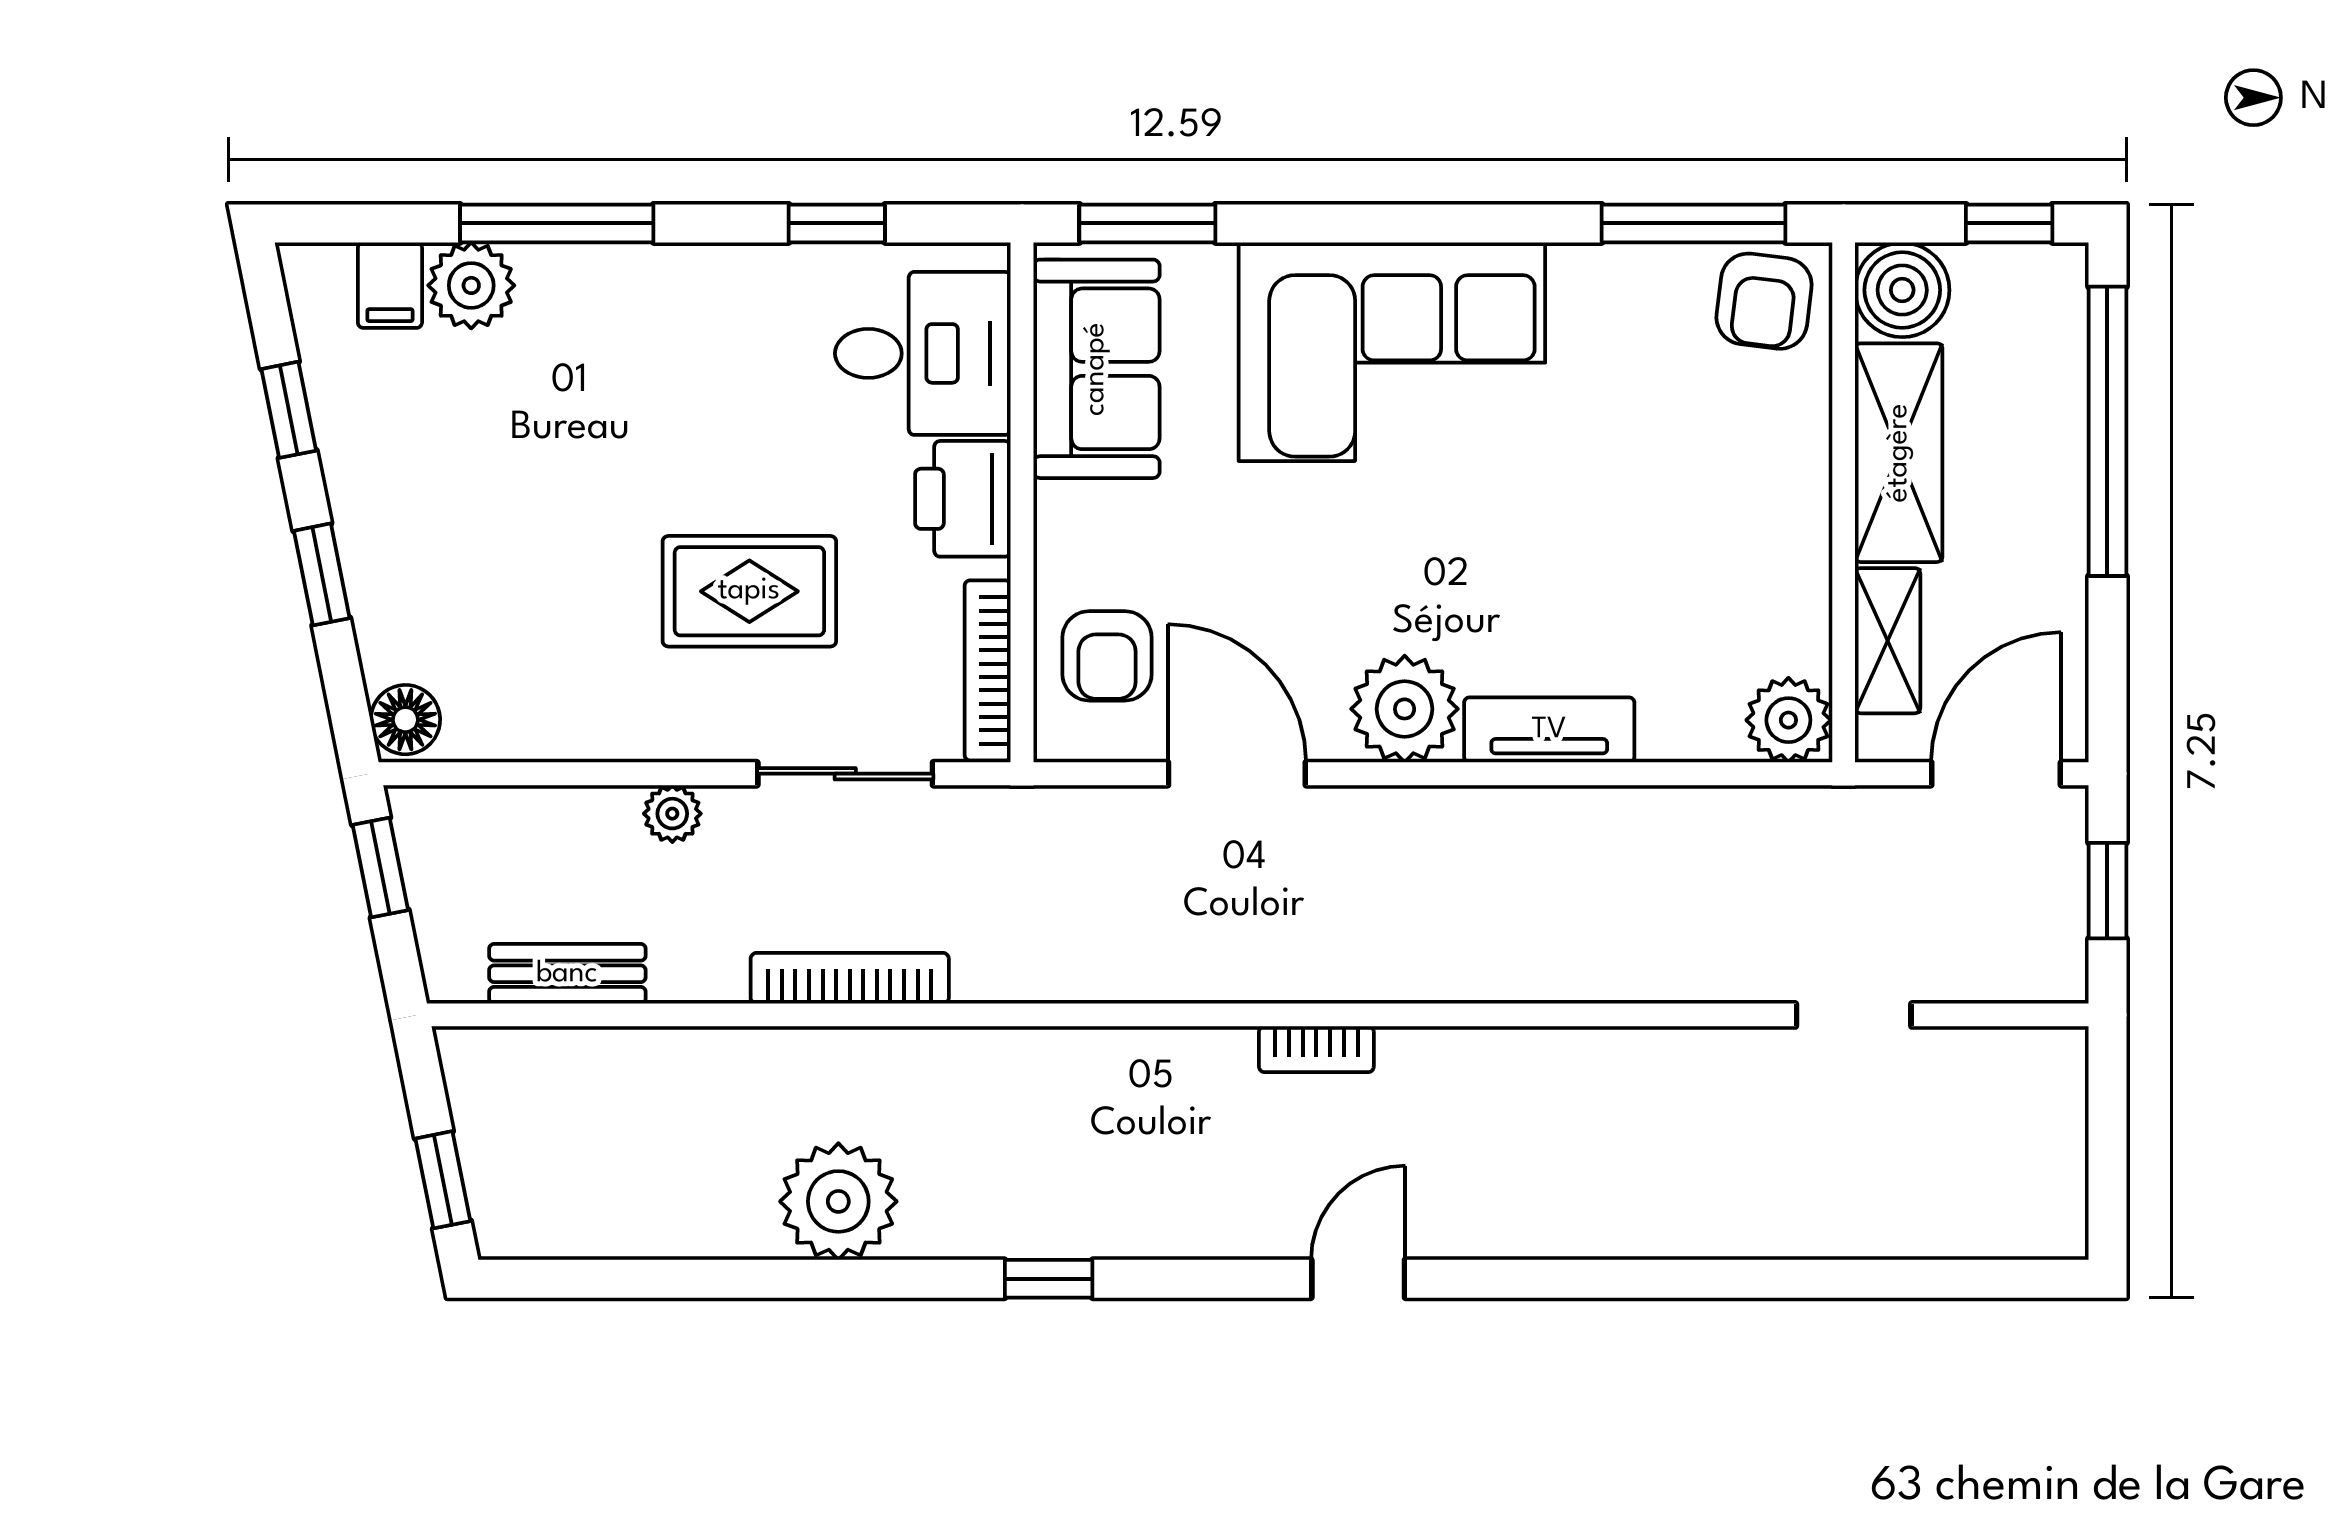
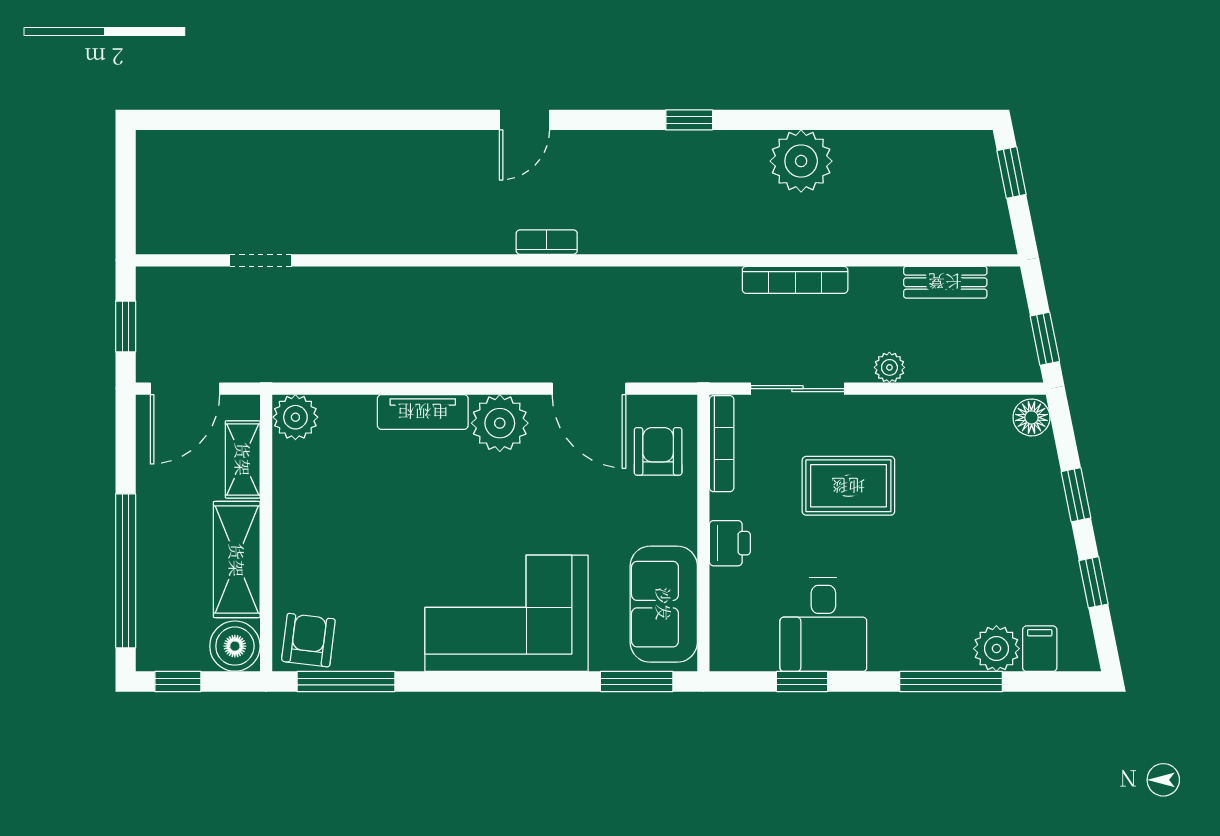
desk: (923, 353) -> (823, 625), moved, turned -90
printer: (963, 499) -> (730, 543), width x0.73, depth x0.81

